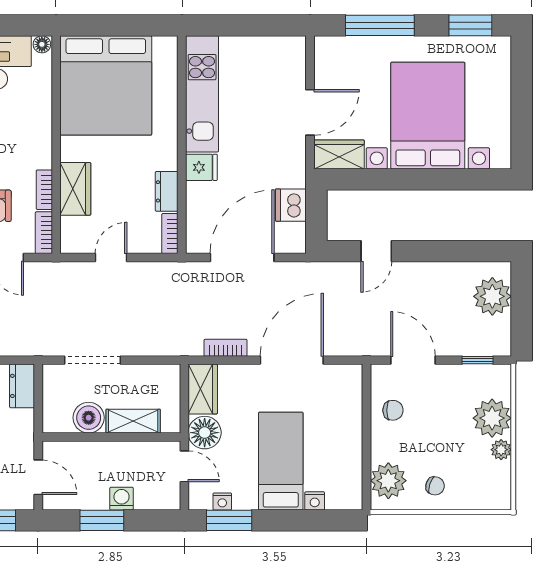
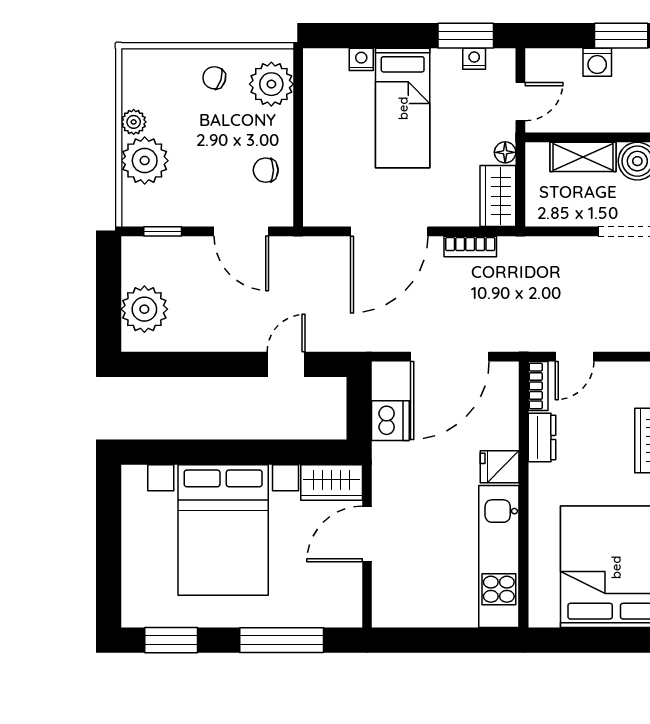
door: (111, 258) -> (575, 357), moved
floor lamp: (205, 433) -> (505, 152), width x0.53, depth x0.53
door: (184, 466) -> (520, 102), swing flipped

